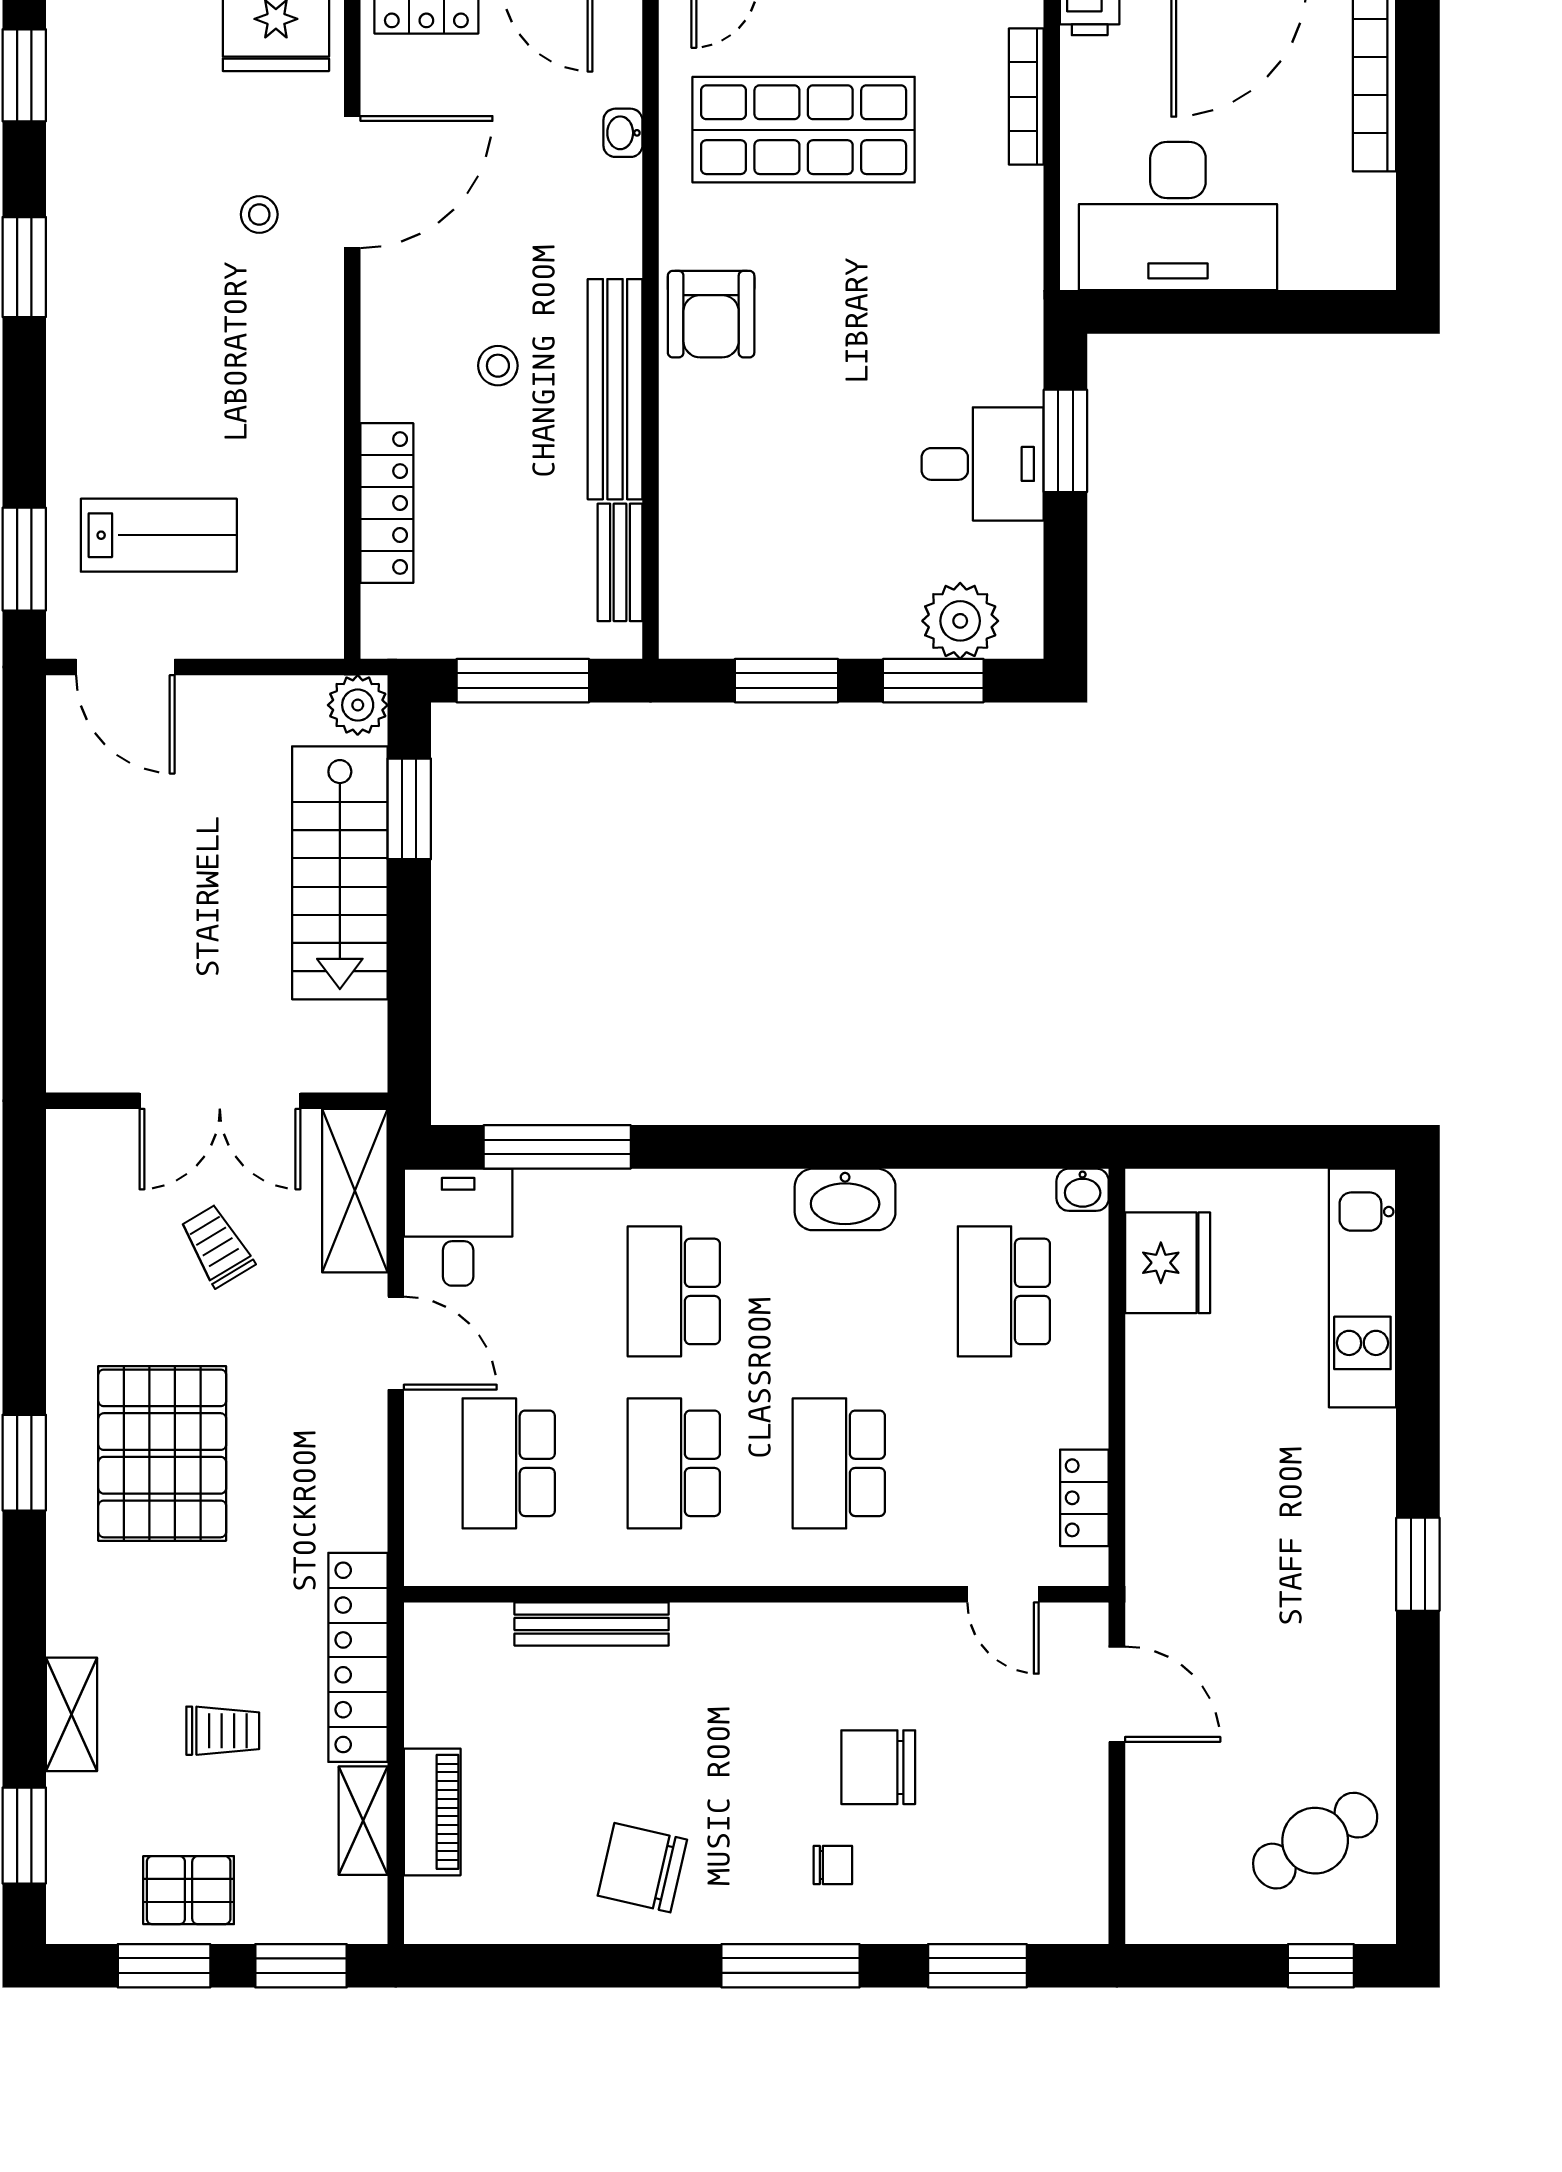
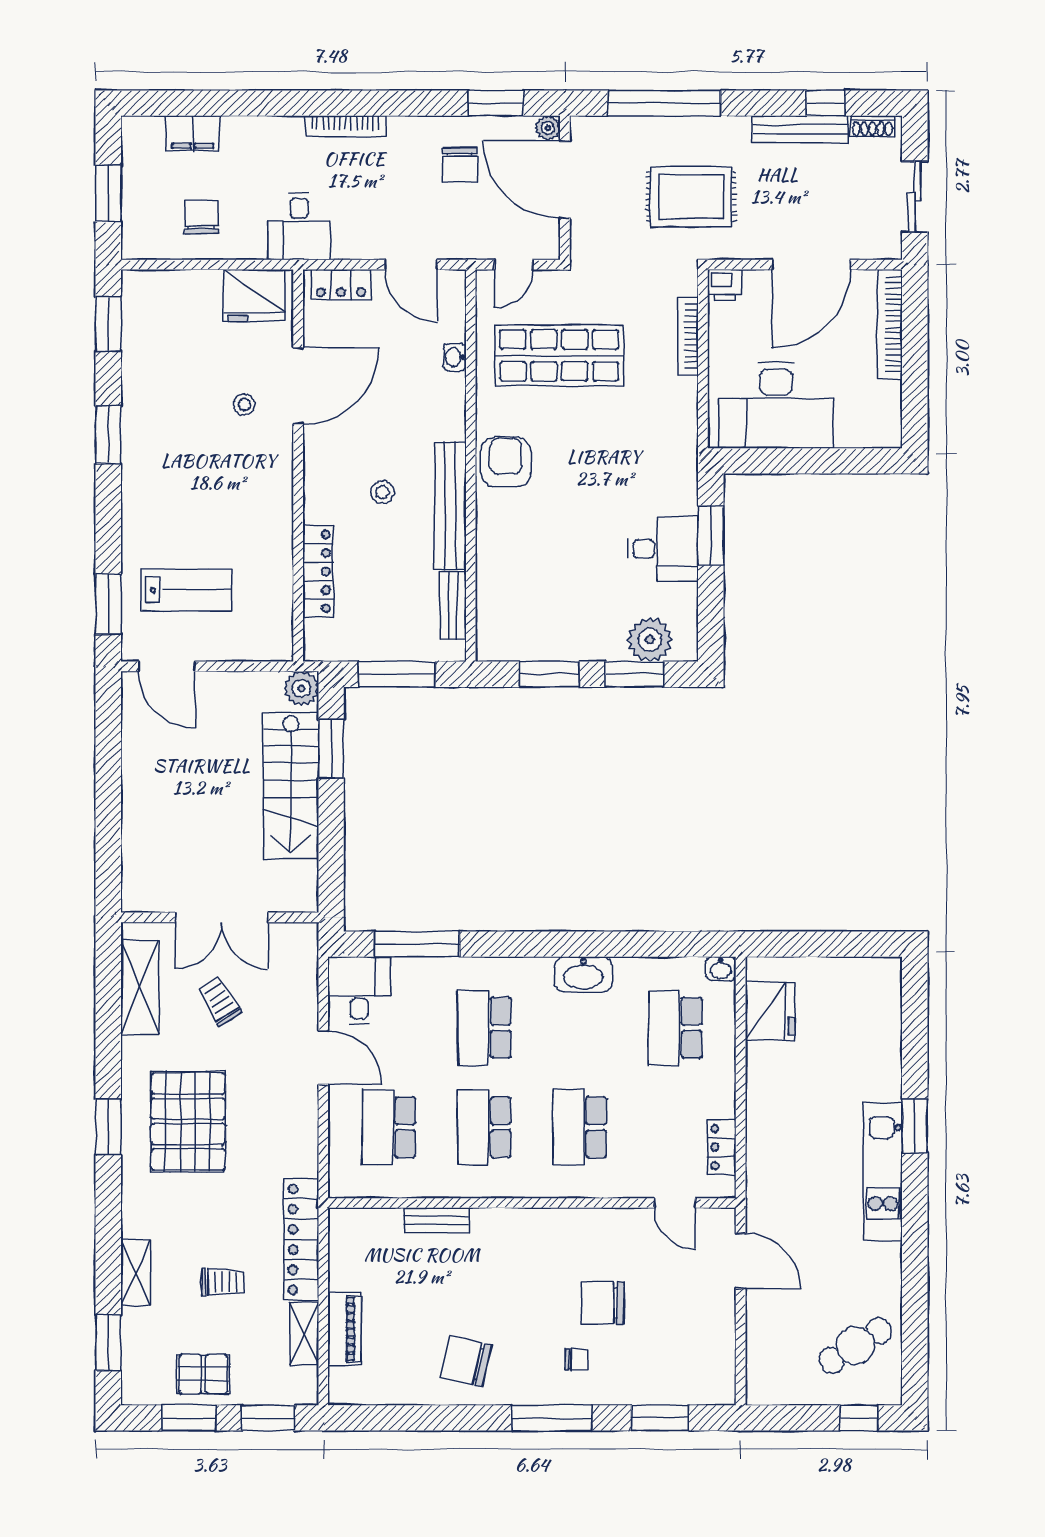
armchair: (711, 314) -> (506, 462), turned 180
shelving: (355, 1191) -> (140, 987), moved
kitchen unit: (1362, 1288) -> (883, 1172), moved
window: (1418, 1564) -> (915, 1126), moved
bench: (592, 1624) -> (437, 1220), width x0.73

